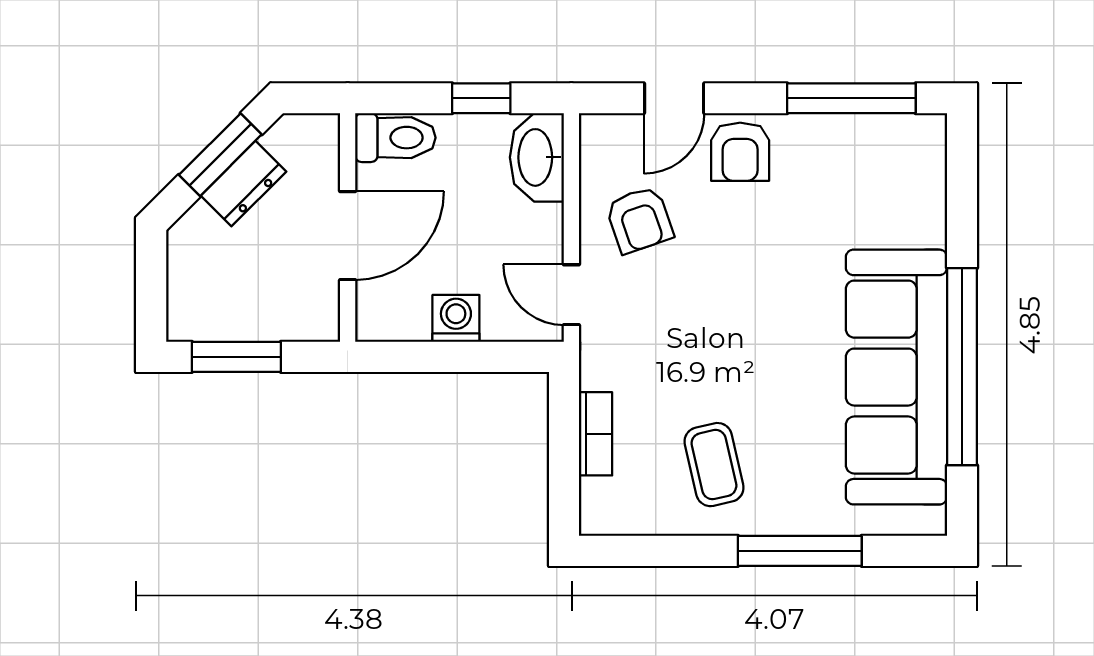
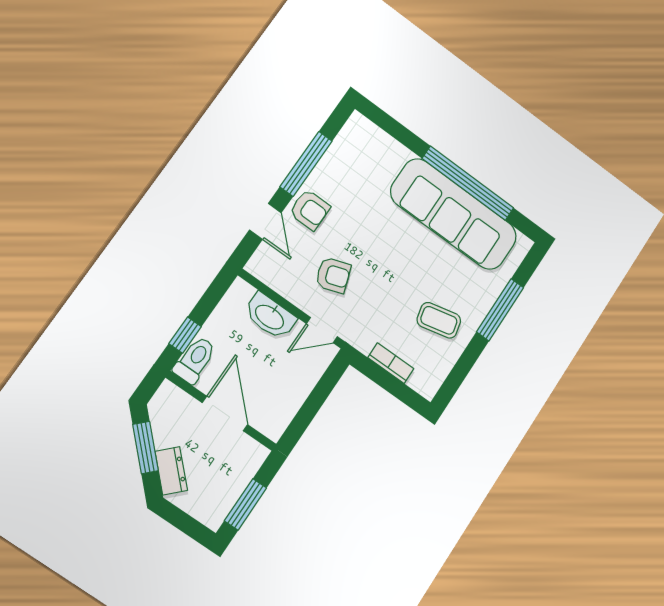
window: (481, 98) -> (185, 335), moved
window: (851, 98) -> (306, 164), moved
washbasin: (537, 157) -> (270, 316), moved
dresser: (243, 184) -> (171, 471), moved
armchair: (639, 220) -> (333, 275), moved
washing machine: (456, 318) -> (297, 390), removed

